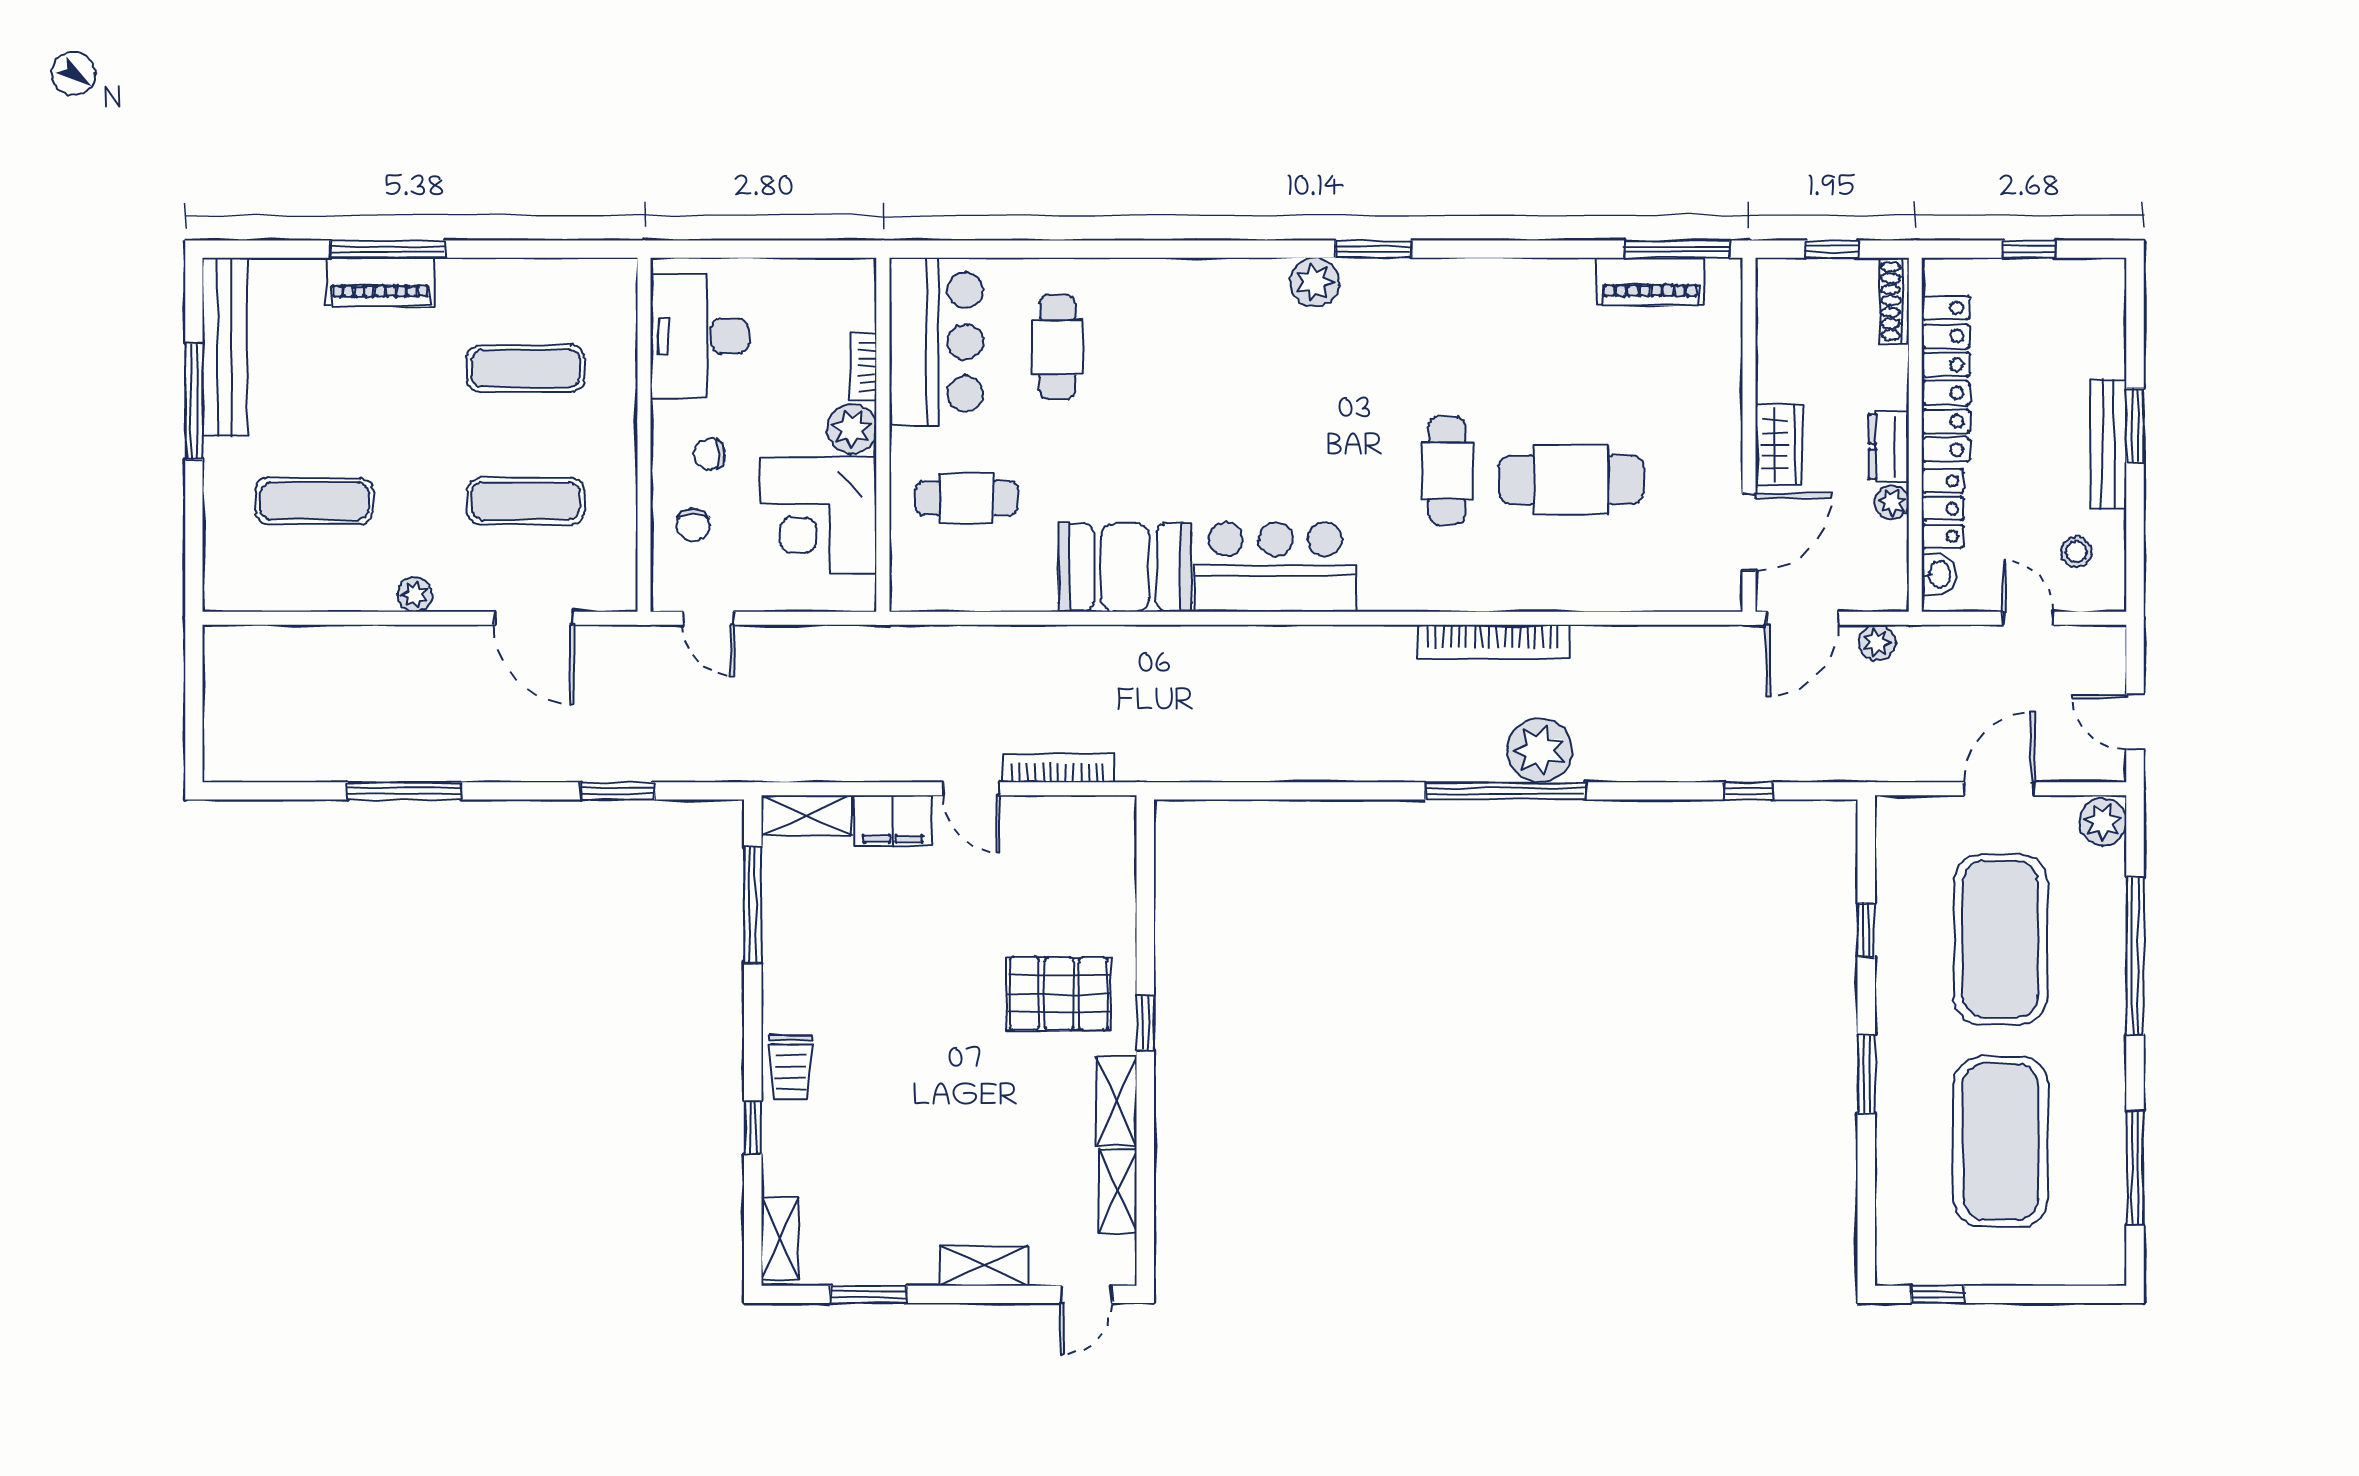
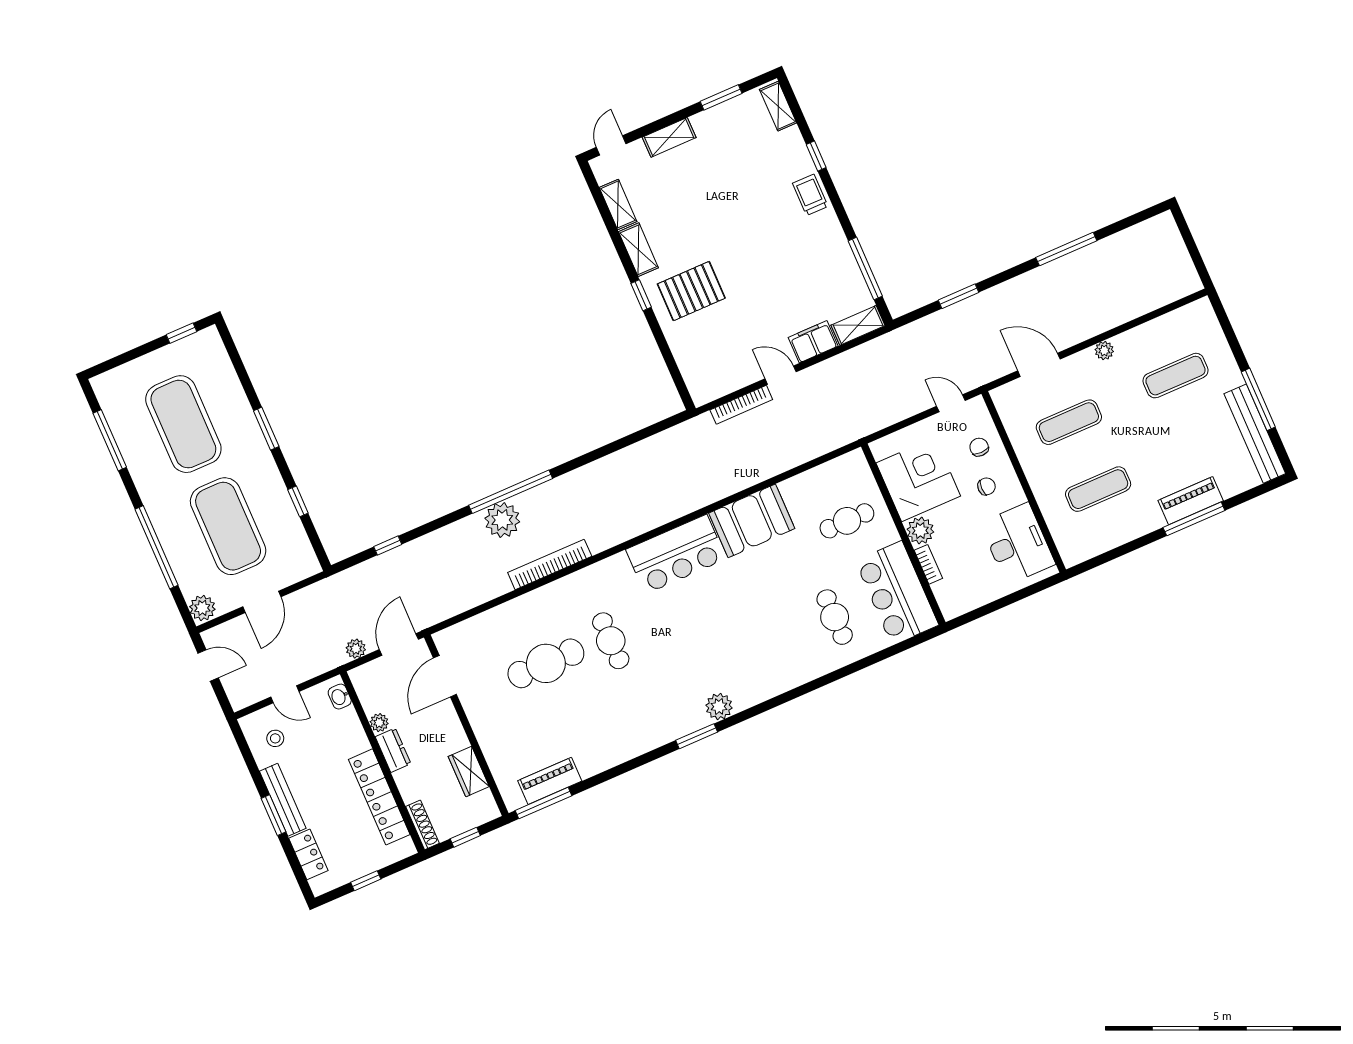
wardrobe: (1779, 445) -> (469, 772), moved
locker: (1943, 509) -> (308, 854), moved, turned 180

